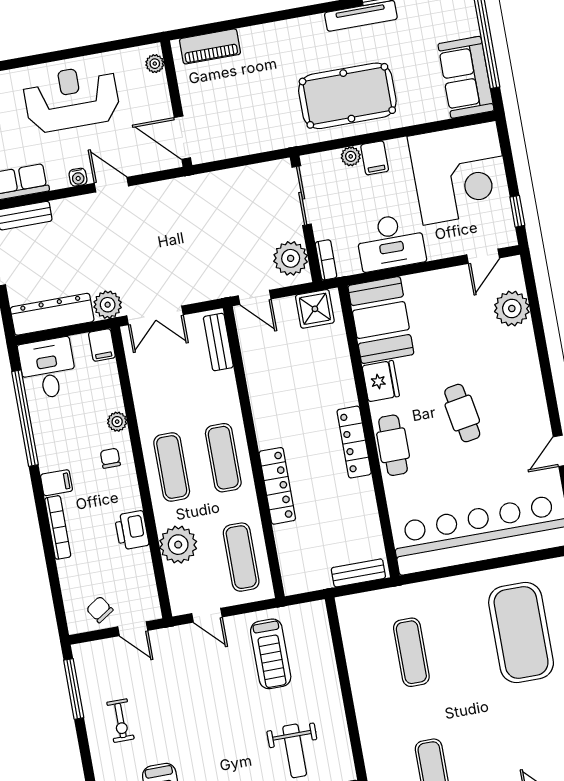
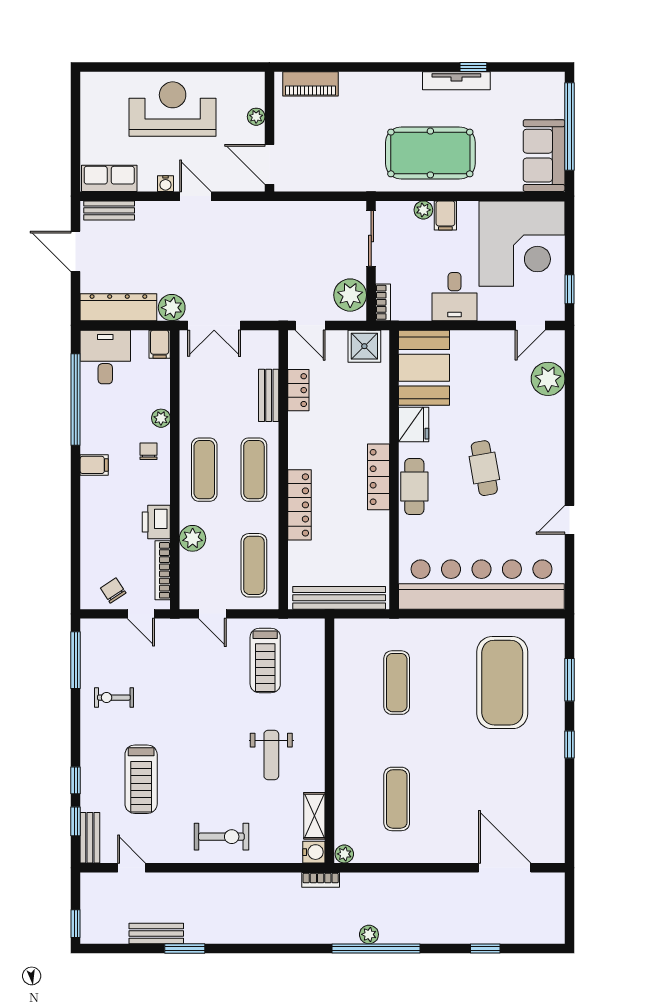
plant: (155, 64) -> (256, 117), moved
desk: (391, 242) -> (454, 297), width x0.73
bench: (218, 342) -> (269, 395), moved
locker: (255, 367) -> (298, 390), added
bookcase: (58, 527) -> (163, 570), moved, turned 180
plant: (178, 545) -> (193, 538), width x0.73, depth x0.73
bench: (358, 573) -> (339, 598), width x1.86, depth x1.21
exercise bike: (120, 721) -> (114, 698), turned 90

